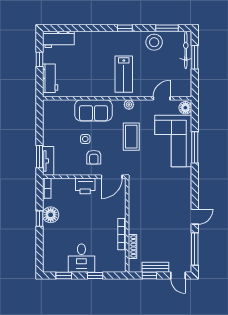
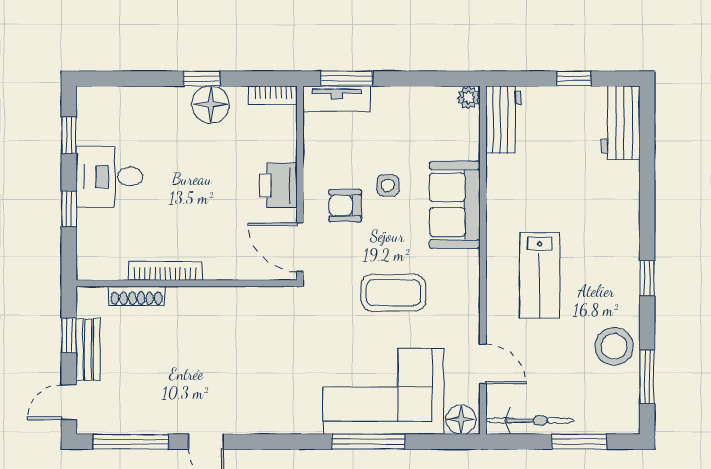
bicycle: (186, 50) -> (530, 420), moved
lab bench: (124, 74) -> (540, 276), turned -90
workbench: (50, 78) -> (503, 120), moved, turned -90
plant: (129, 105) -> (468, 97), moved

